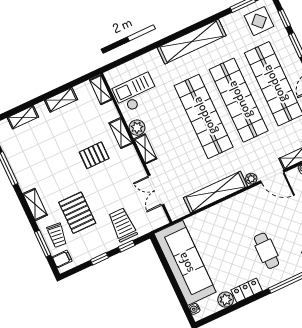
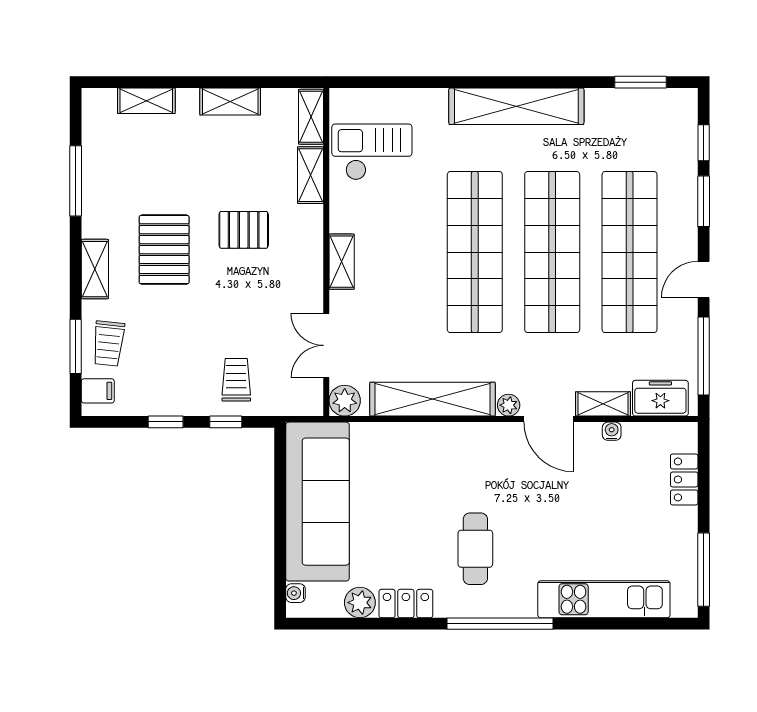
display table: (259, 21) -> (656, 126), removed
plant: (137, 128) -> (345, 401), moved
shelving: (121, 133) -> (311, 175), moved
pallet: (77, 213) -> (164, 250), moved
trolley: (123, 225) -> (236, 380), width x0.73, depth x0.72

